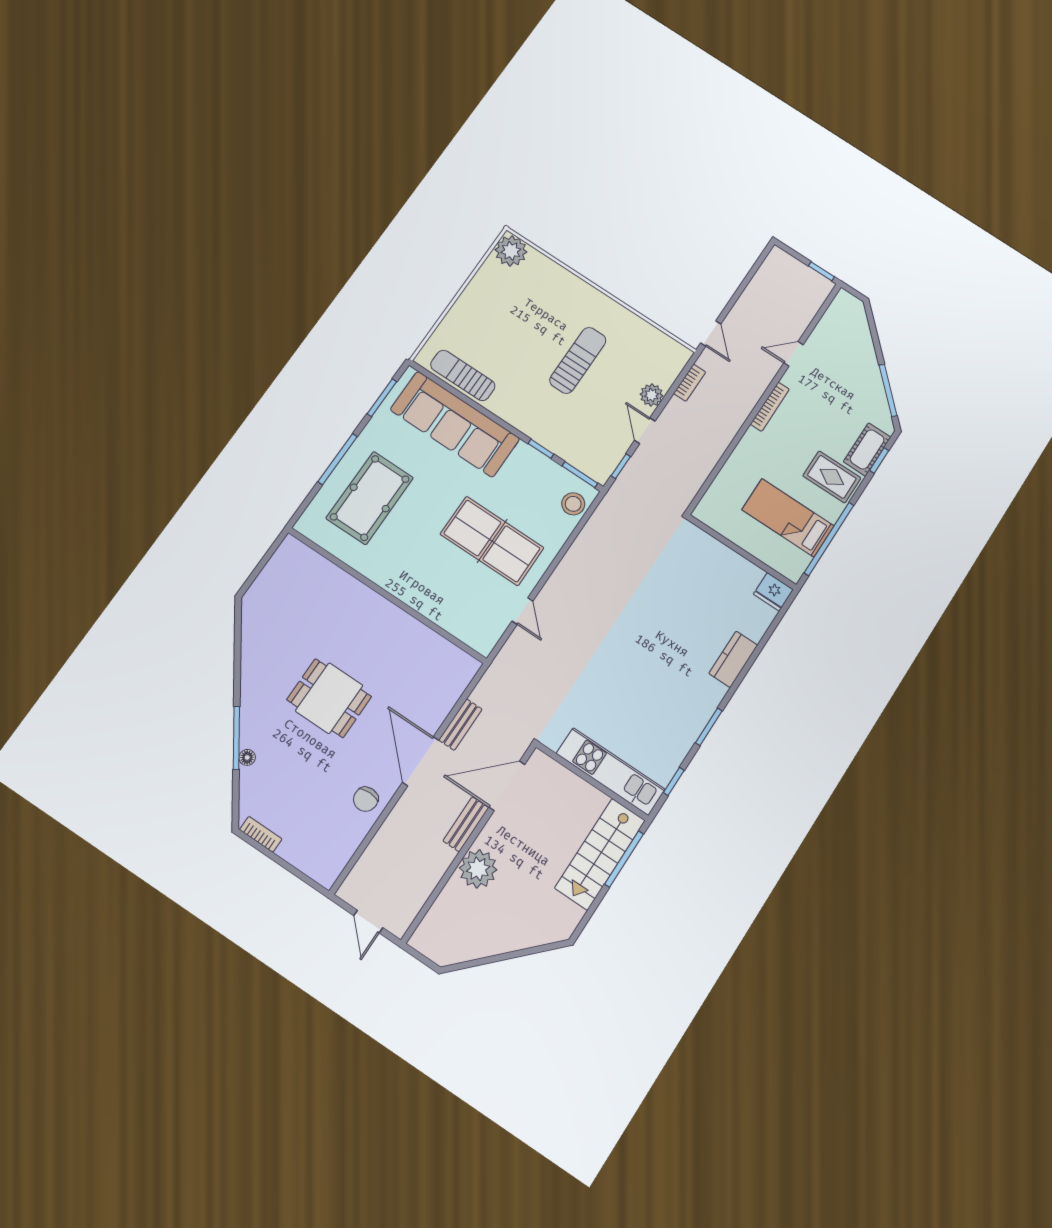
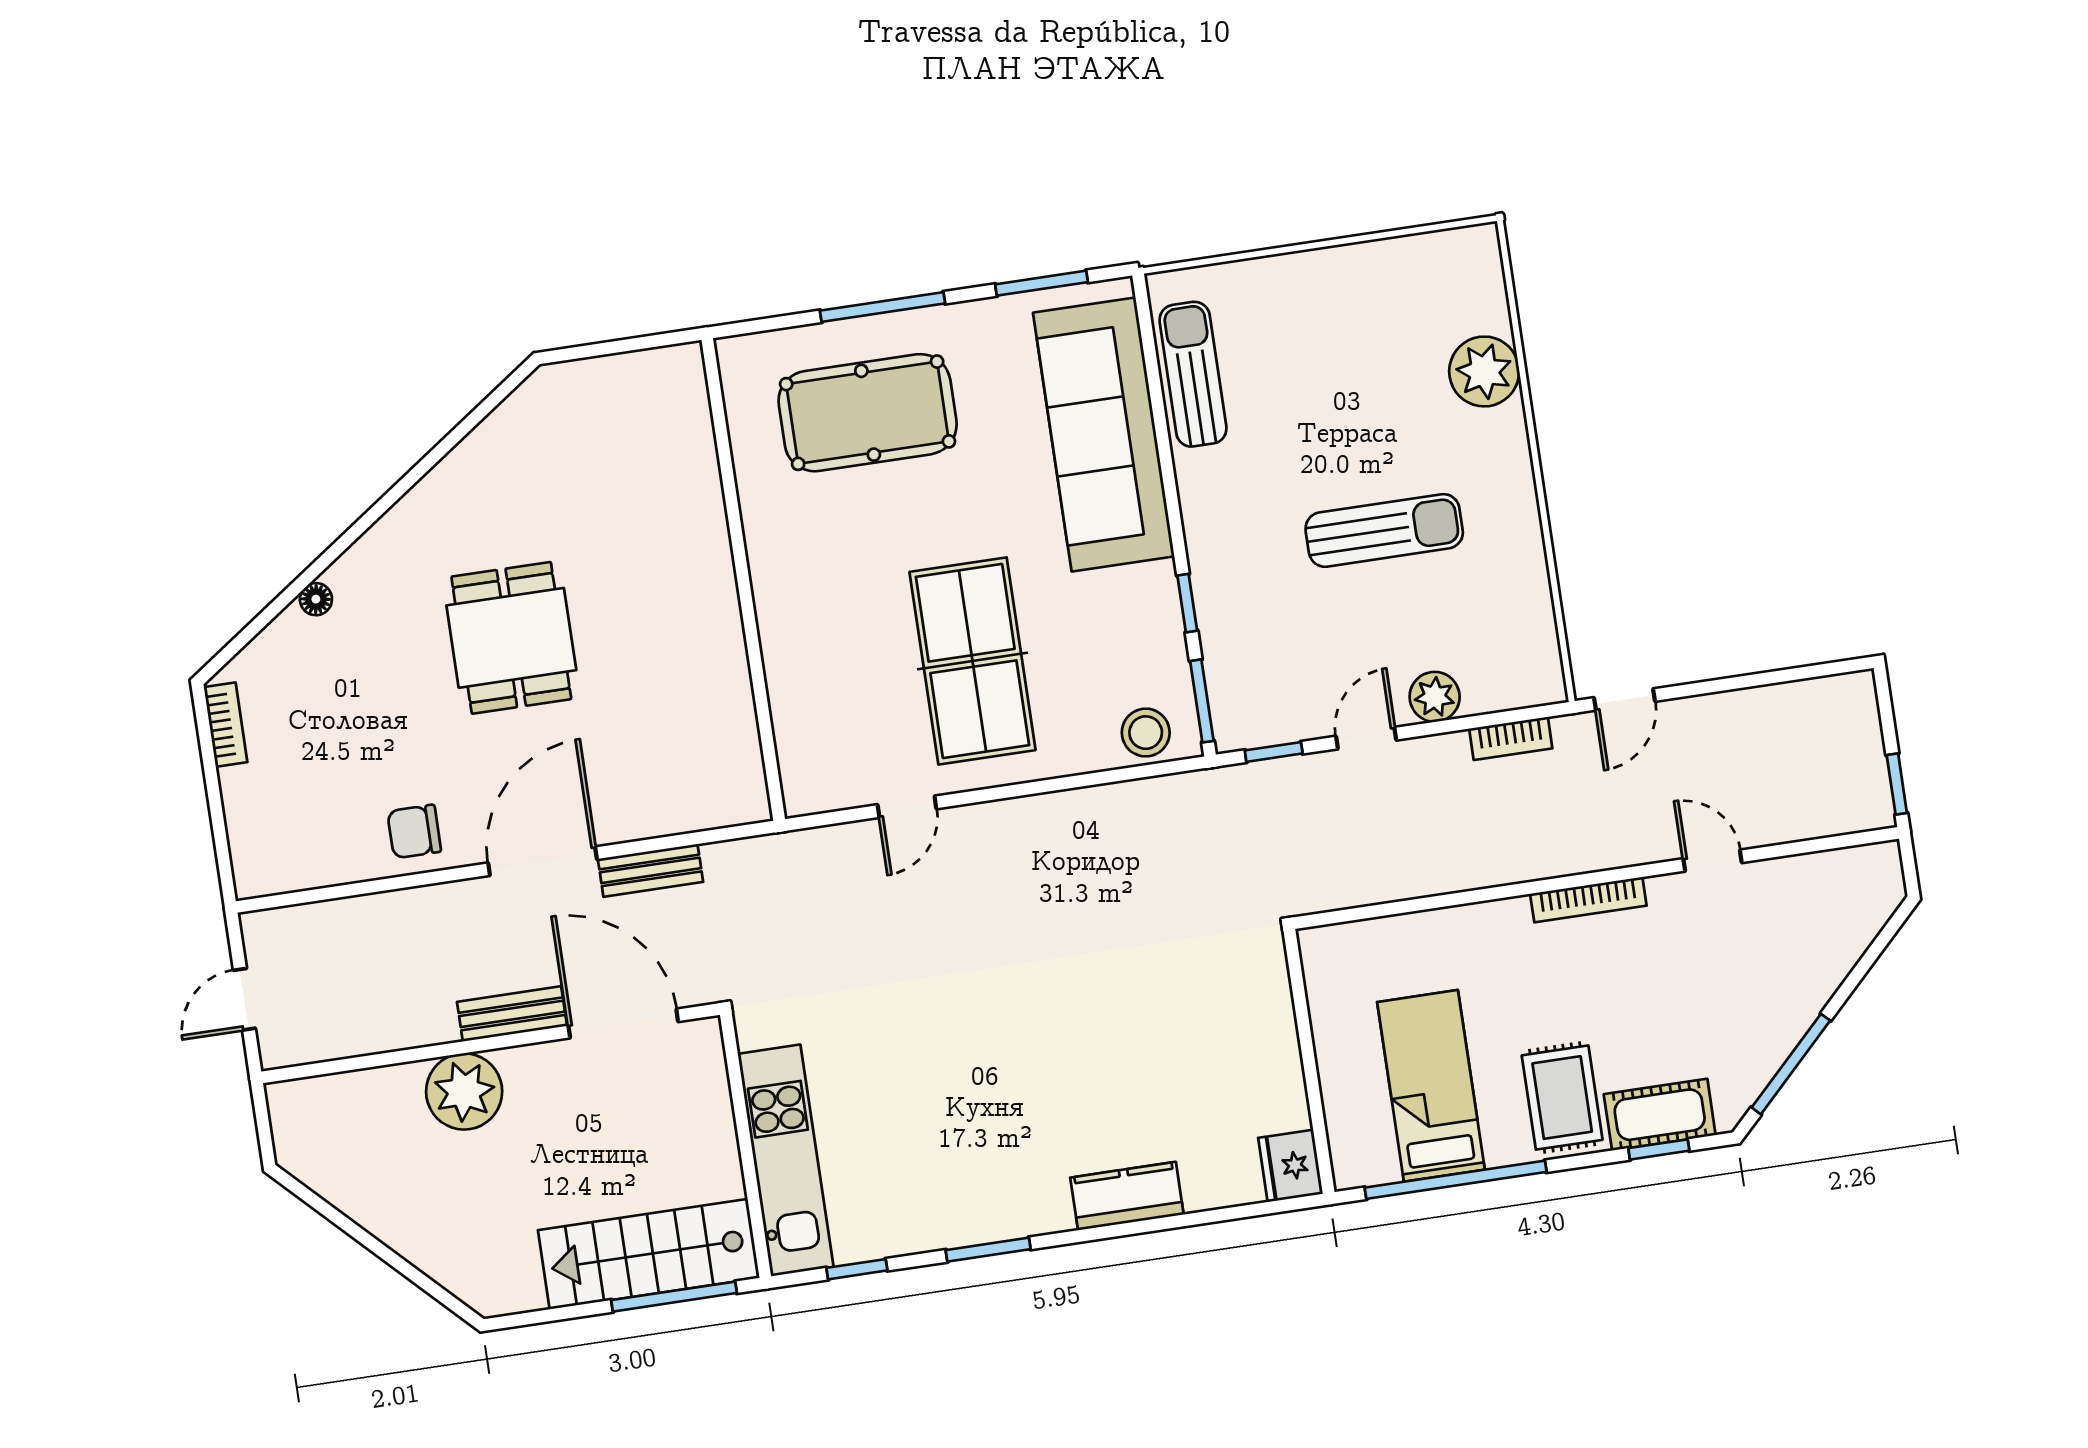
plant: (511, 251) -> (1484, 371), moved
window: (236, 738) -> (329, 556), removed

